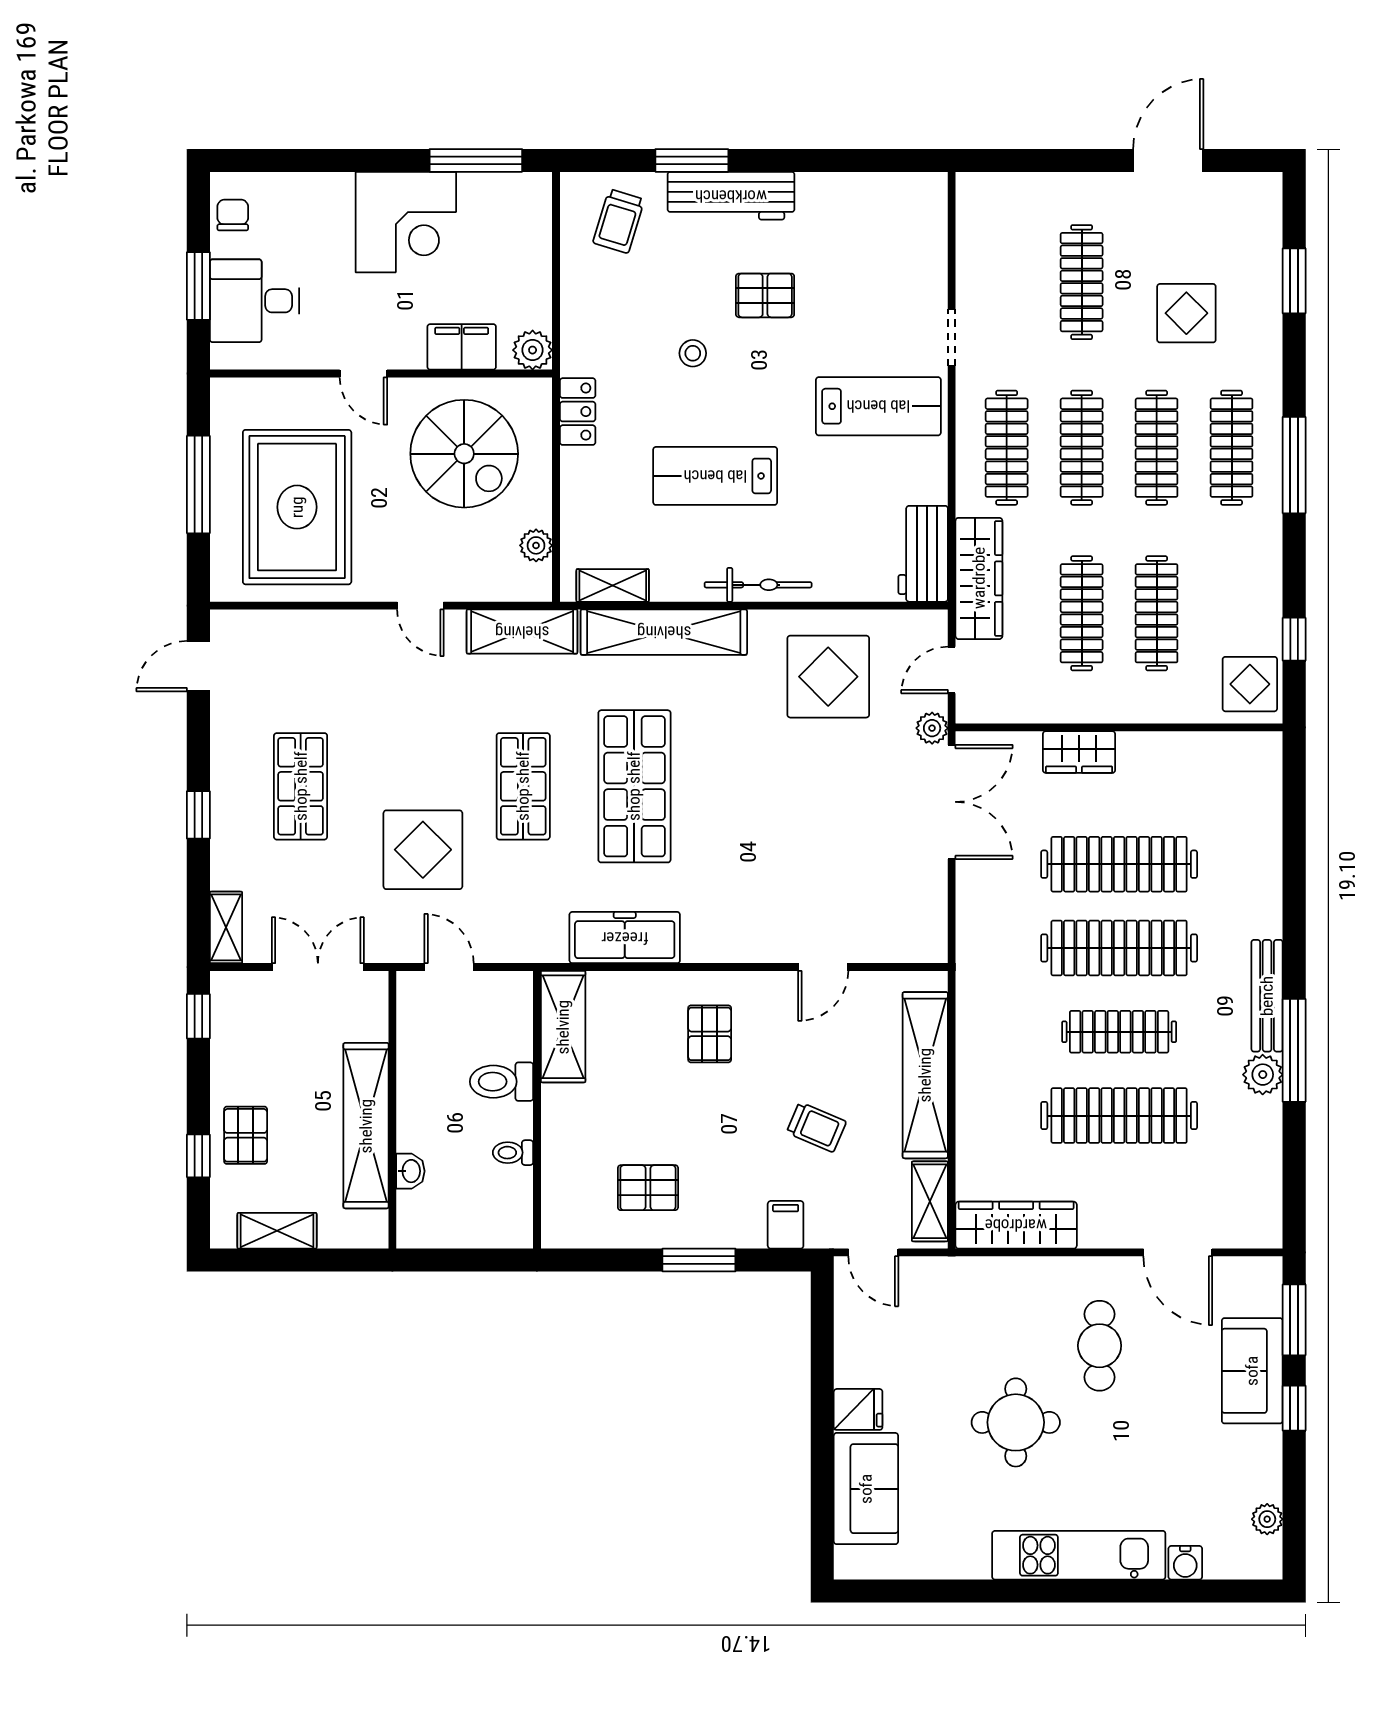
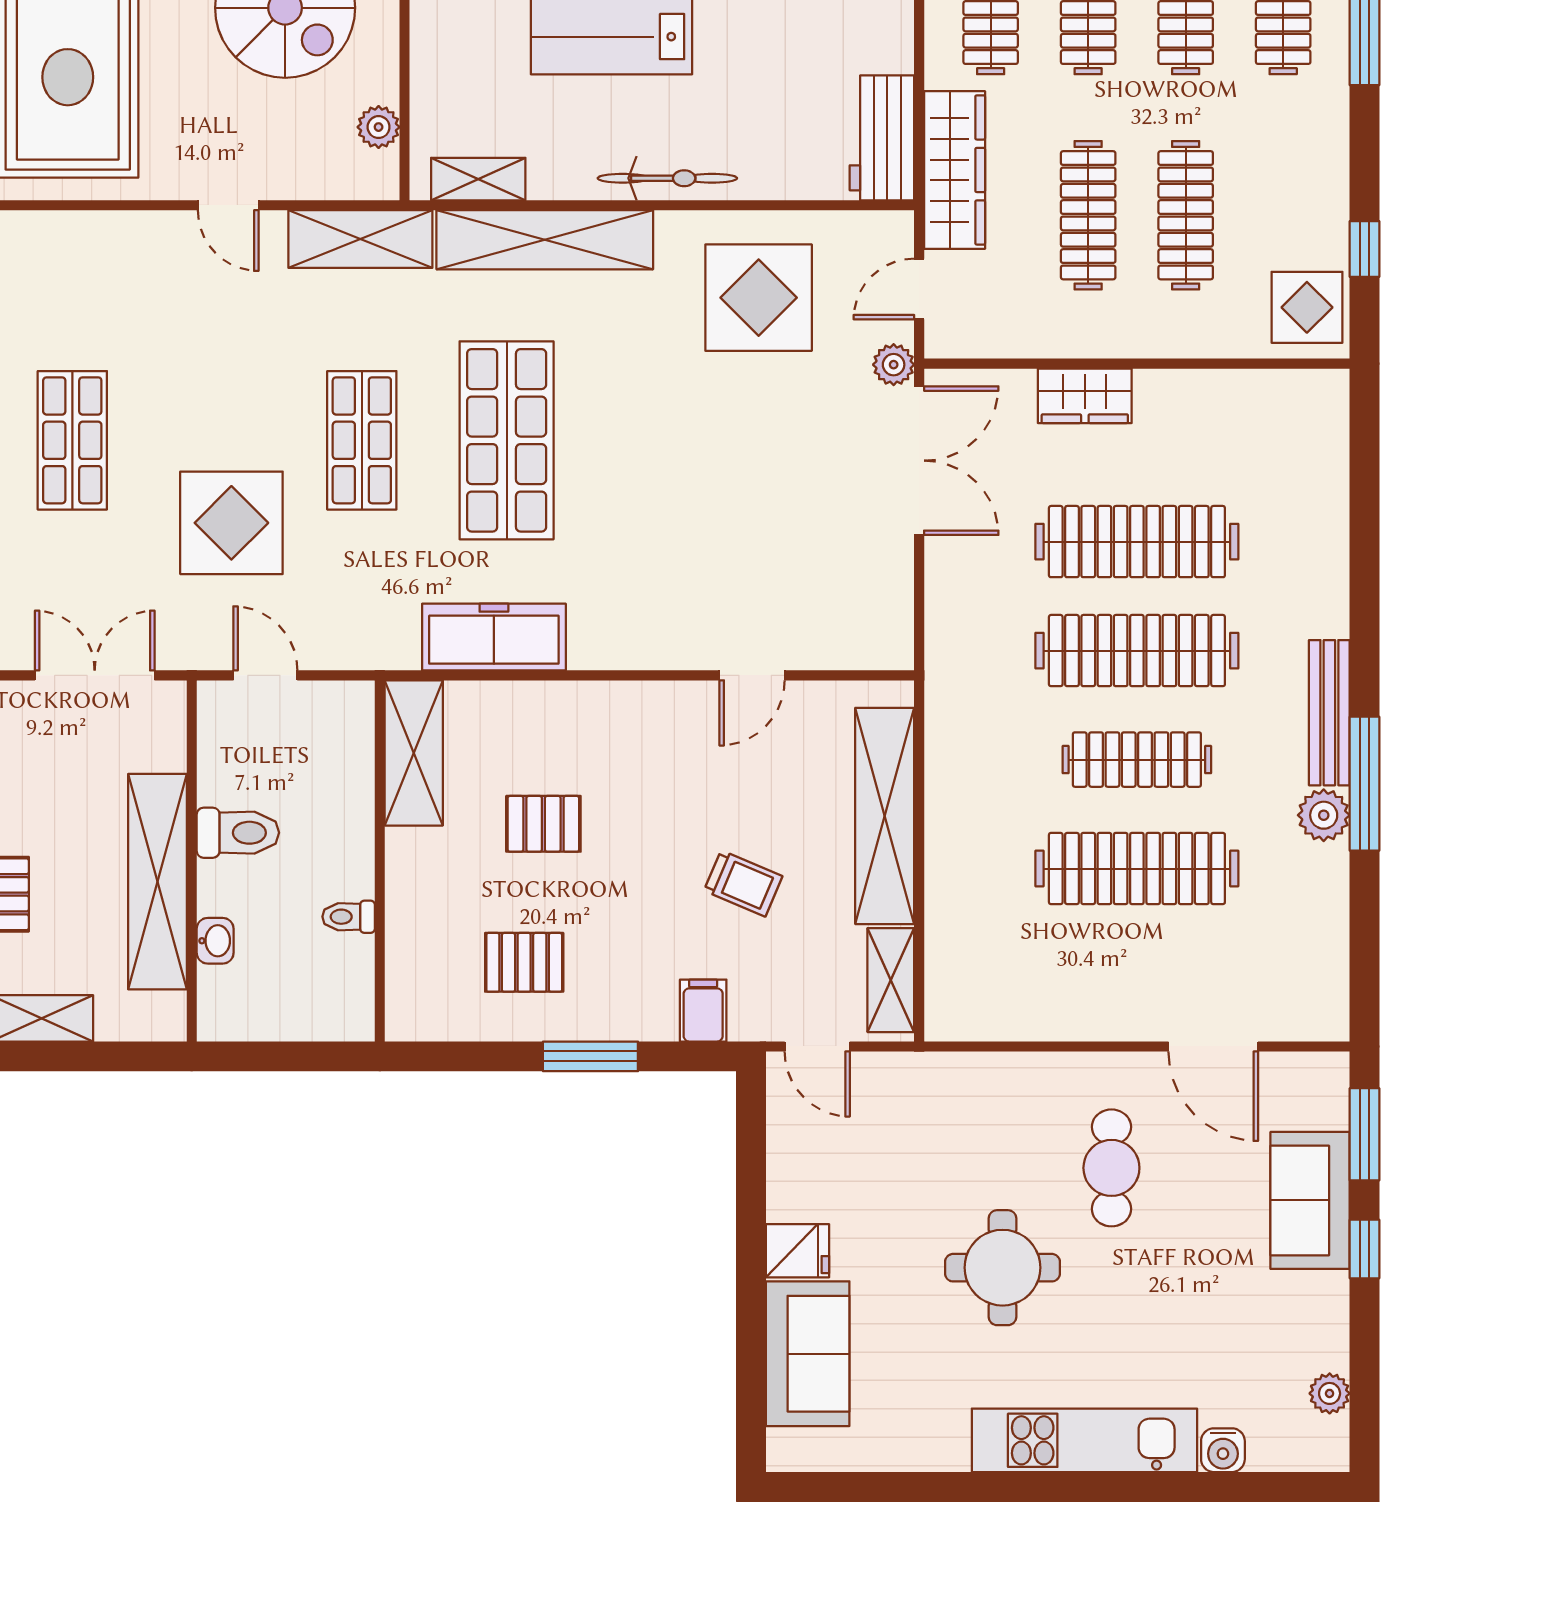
pallet: (710, 1034) -> (543, 824), moved, turned 90
toilet: (502, 1082) -> (238, 833), moved, turned 180
wardrobe: (1016, 1225) -> (1003, 1011), removed

